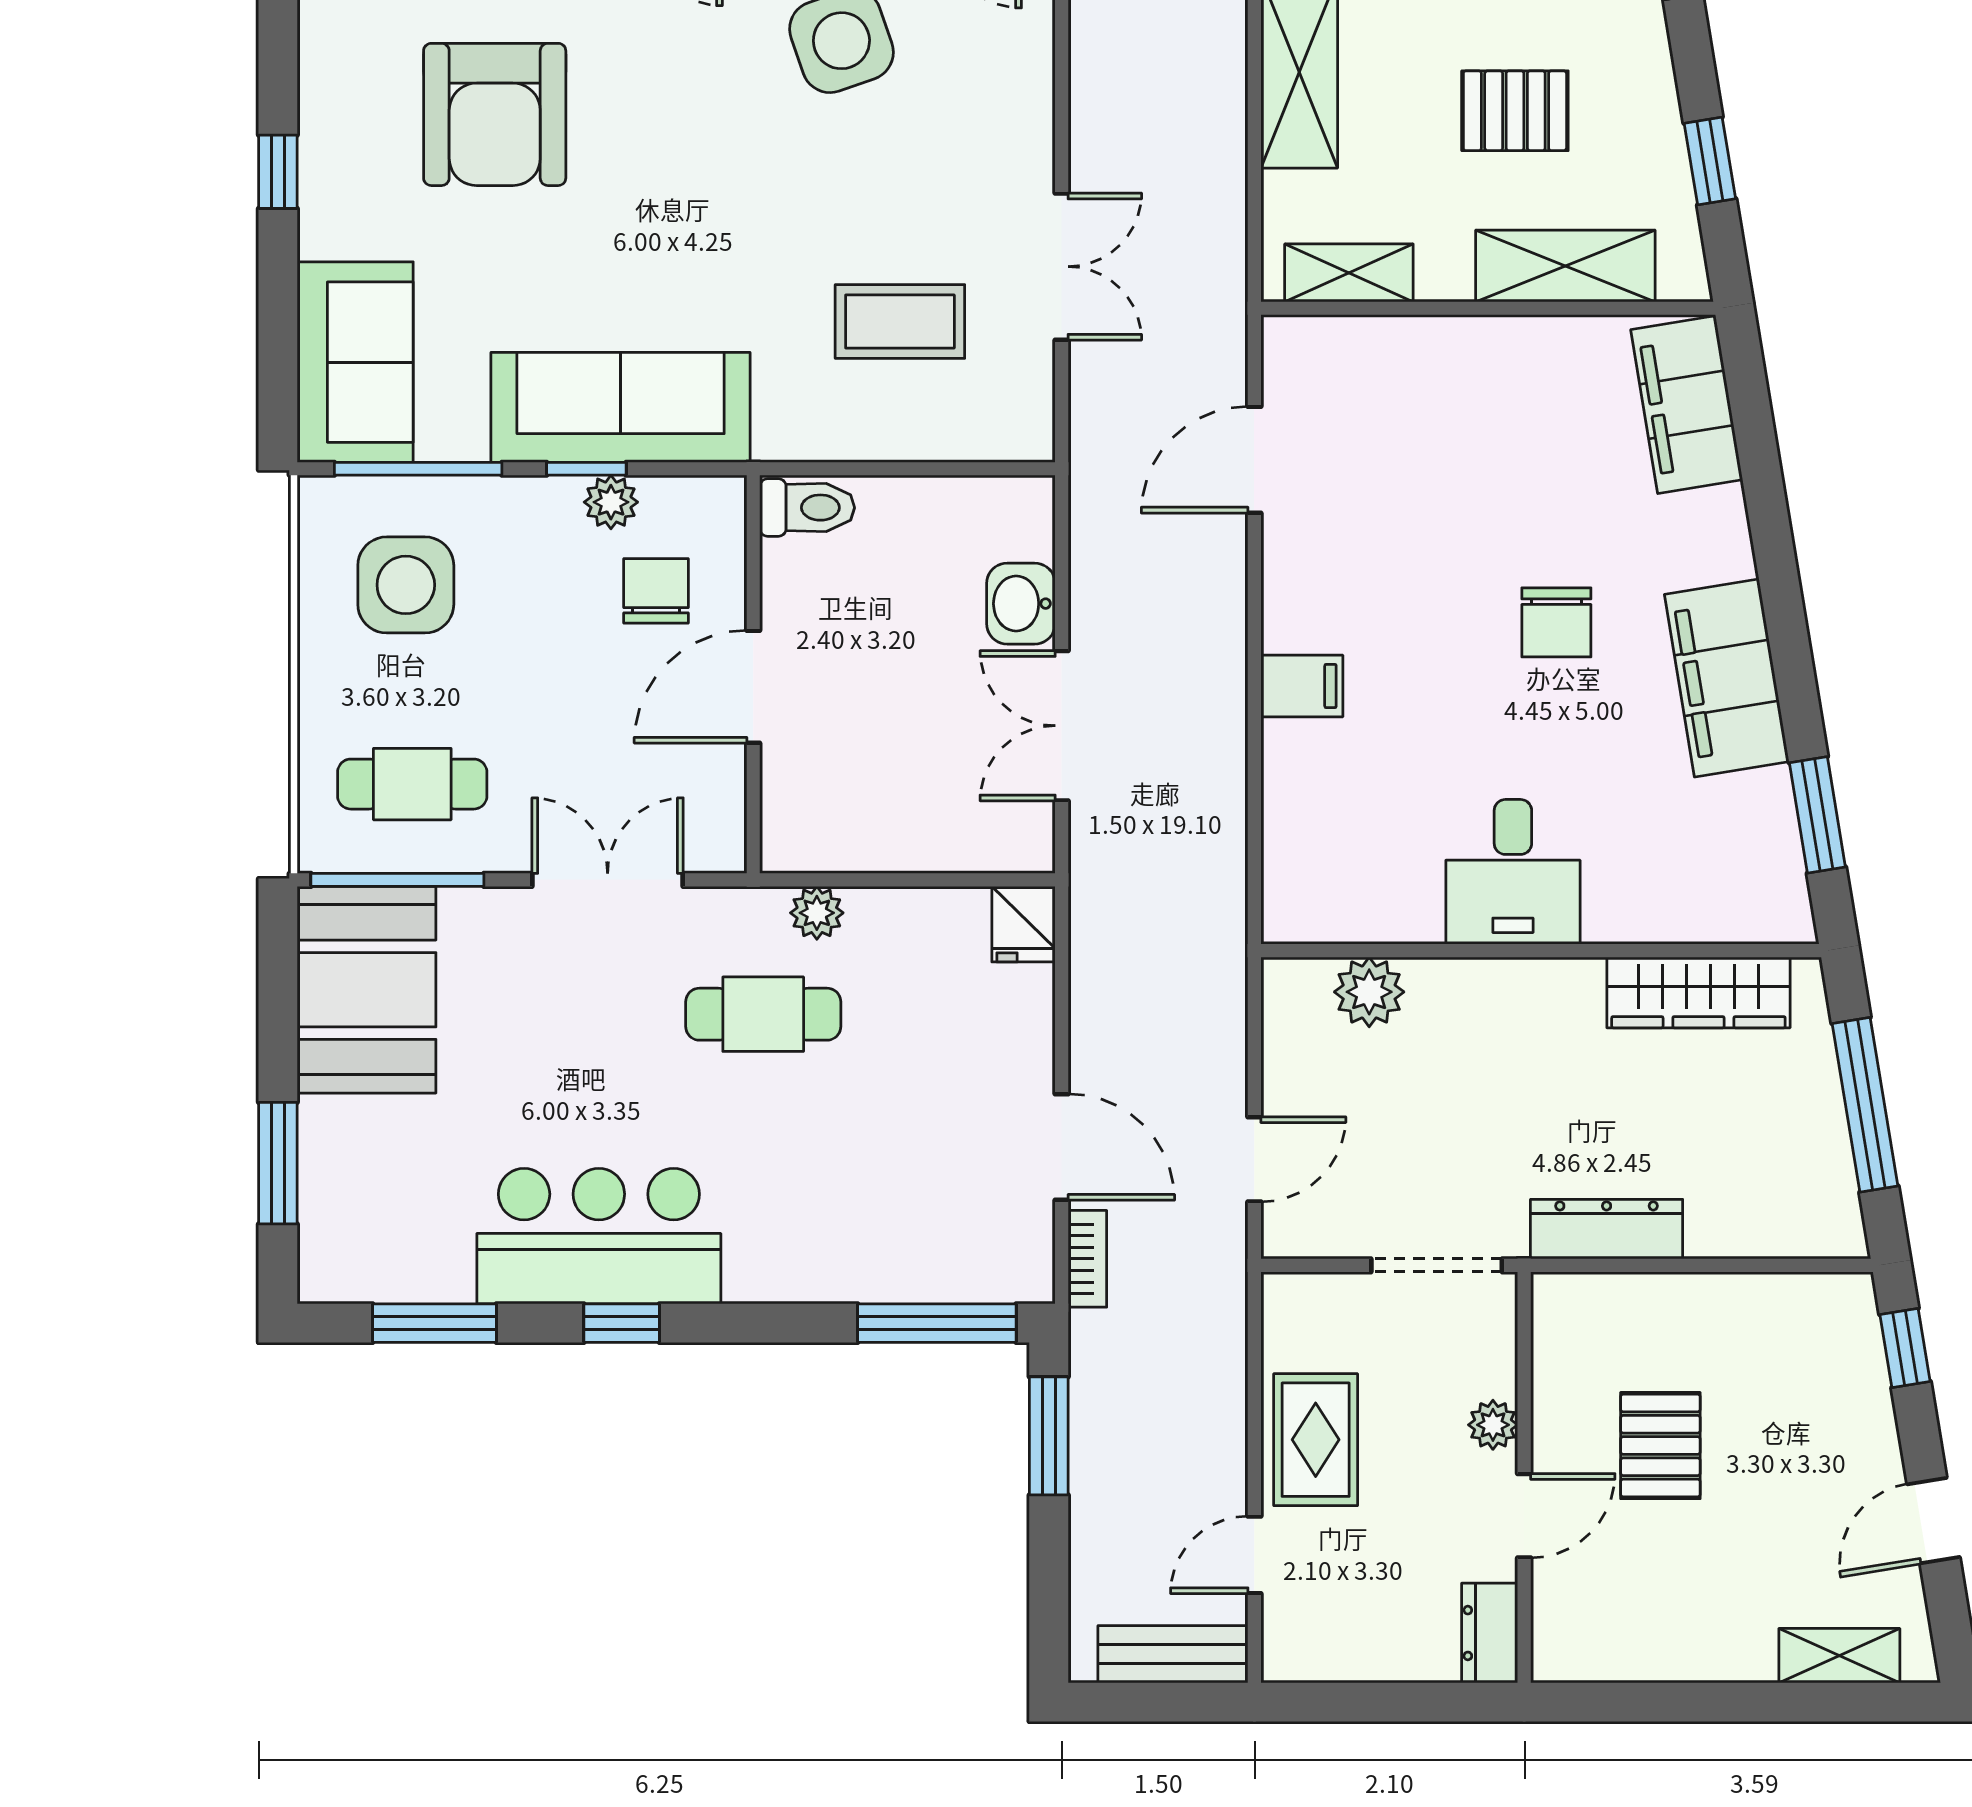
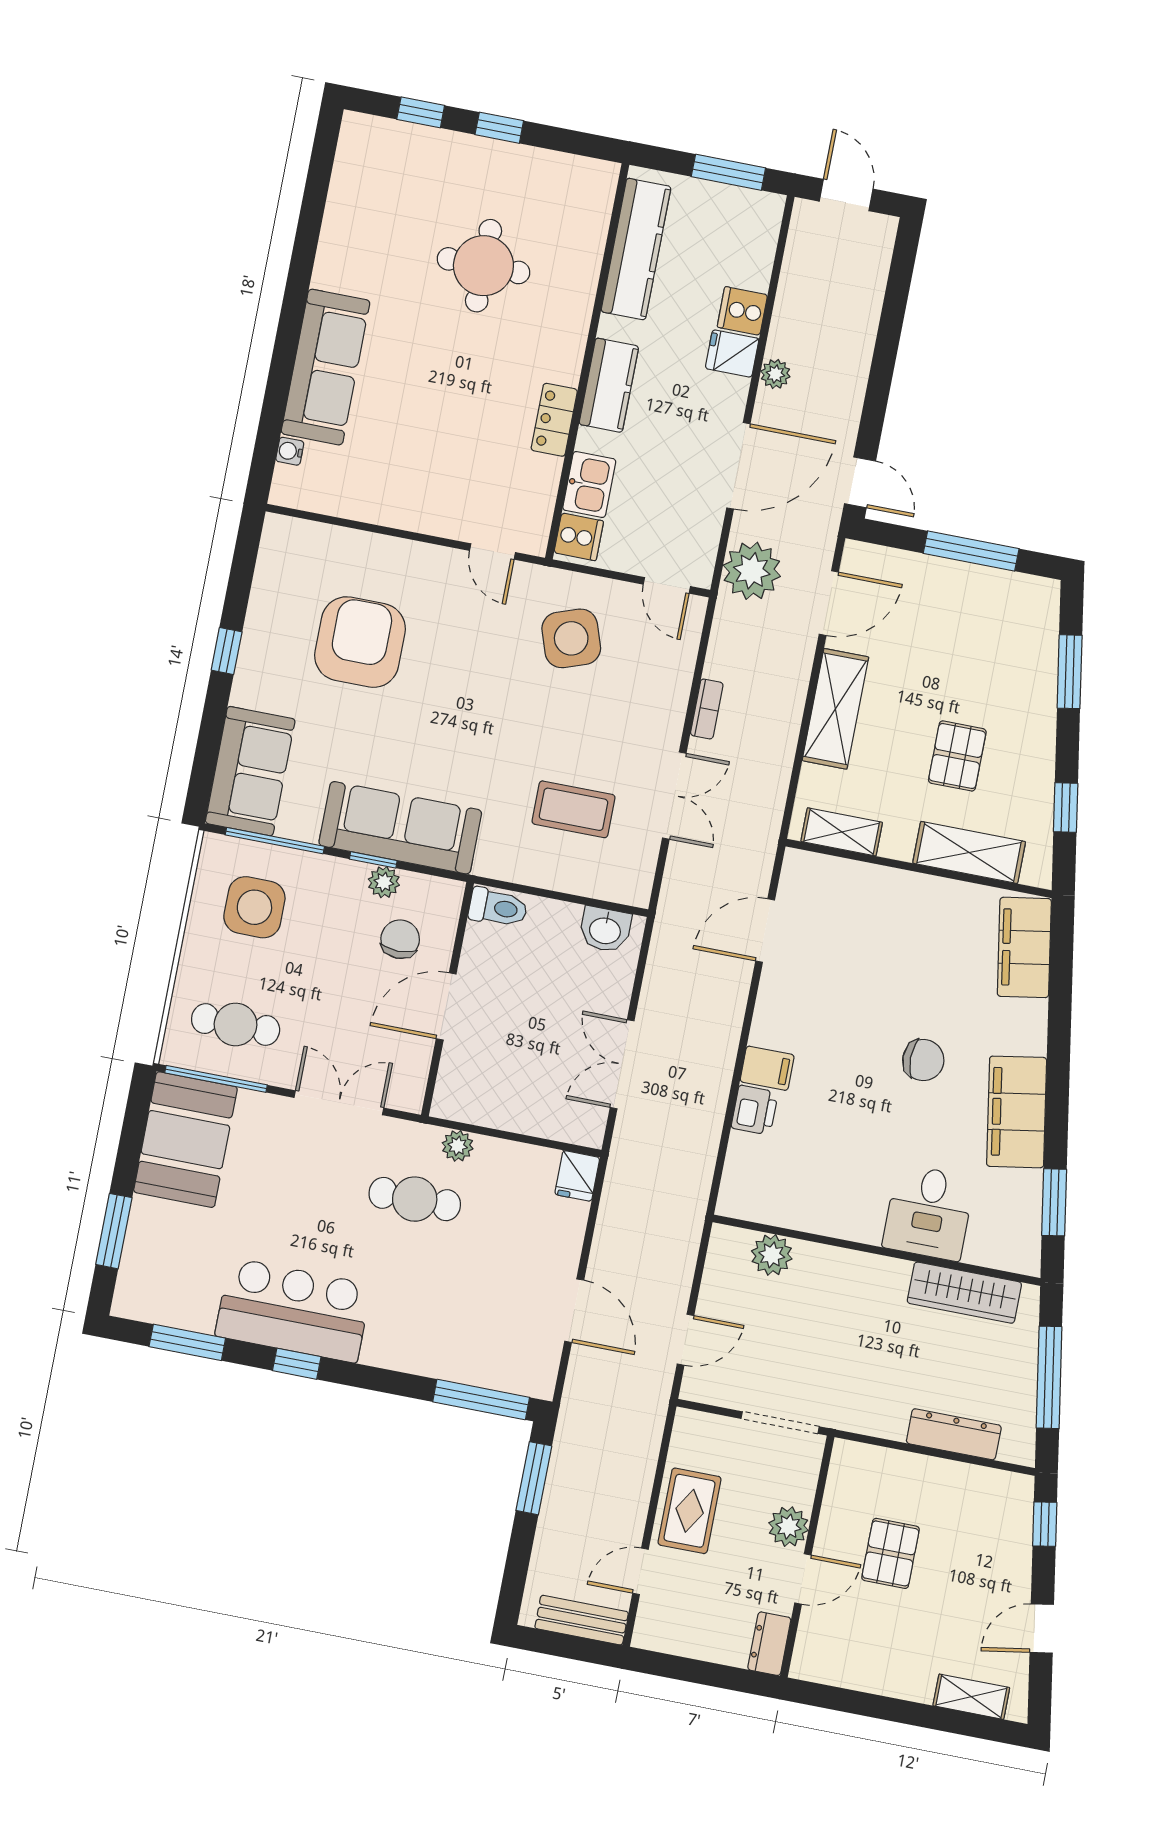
pallet: (1515, 111) -> (957, 756), turned 90
armchair: (495, 114) -> (360, 642), turned 180
washbasin: (1021, 604) -> (605, 930), moved, turned -90
chair: (1556, 622) -> (923, 1060), turned -90
printer: (1294, 759) -> (755, 1110), added
desk: (1513, 872) -> (929, 1212), moved
dresser: (1607, 1229) -> (954, 1434), moved
bookcase: (1087, 1259) -> (707, 709), moved
plant: (1493, 1425) -> (789, 1527), width x1.38, depth x1.38

